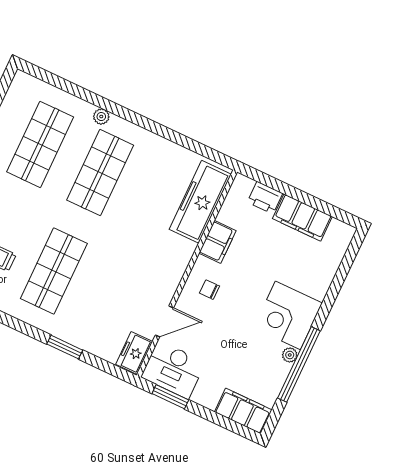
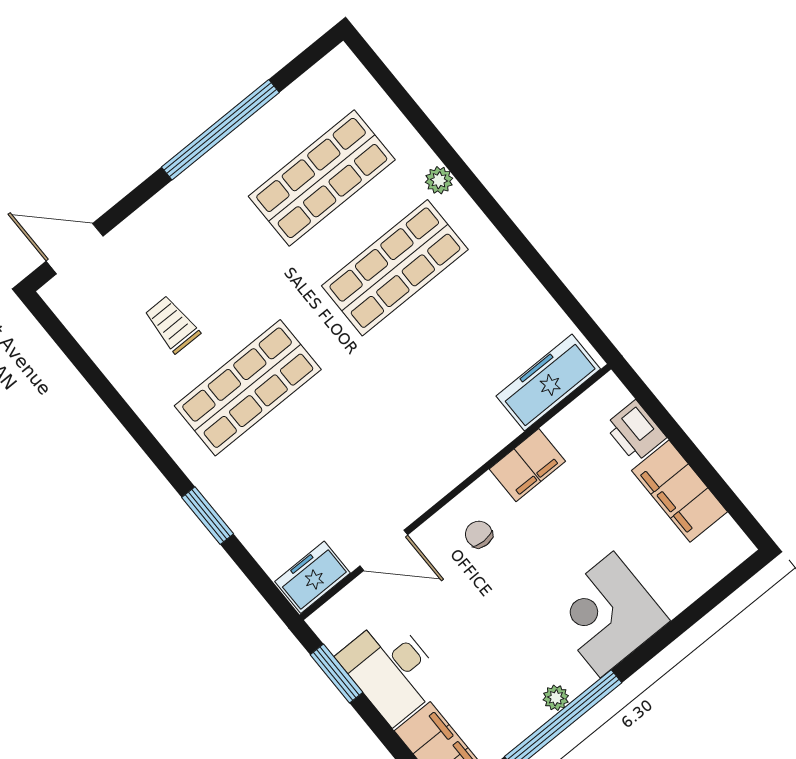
freezer: (200, 202) -> (548, 382), width x0.73, depth x0.79
corner desk: (288, 315) -> (607, 614), moved
desk: (173, 370) -> (391, 670), moved

